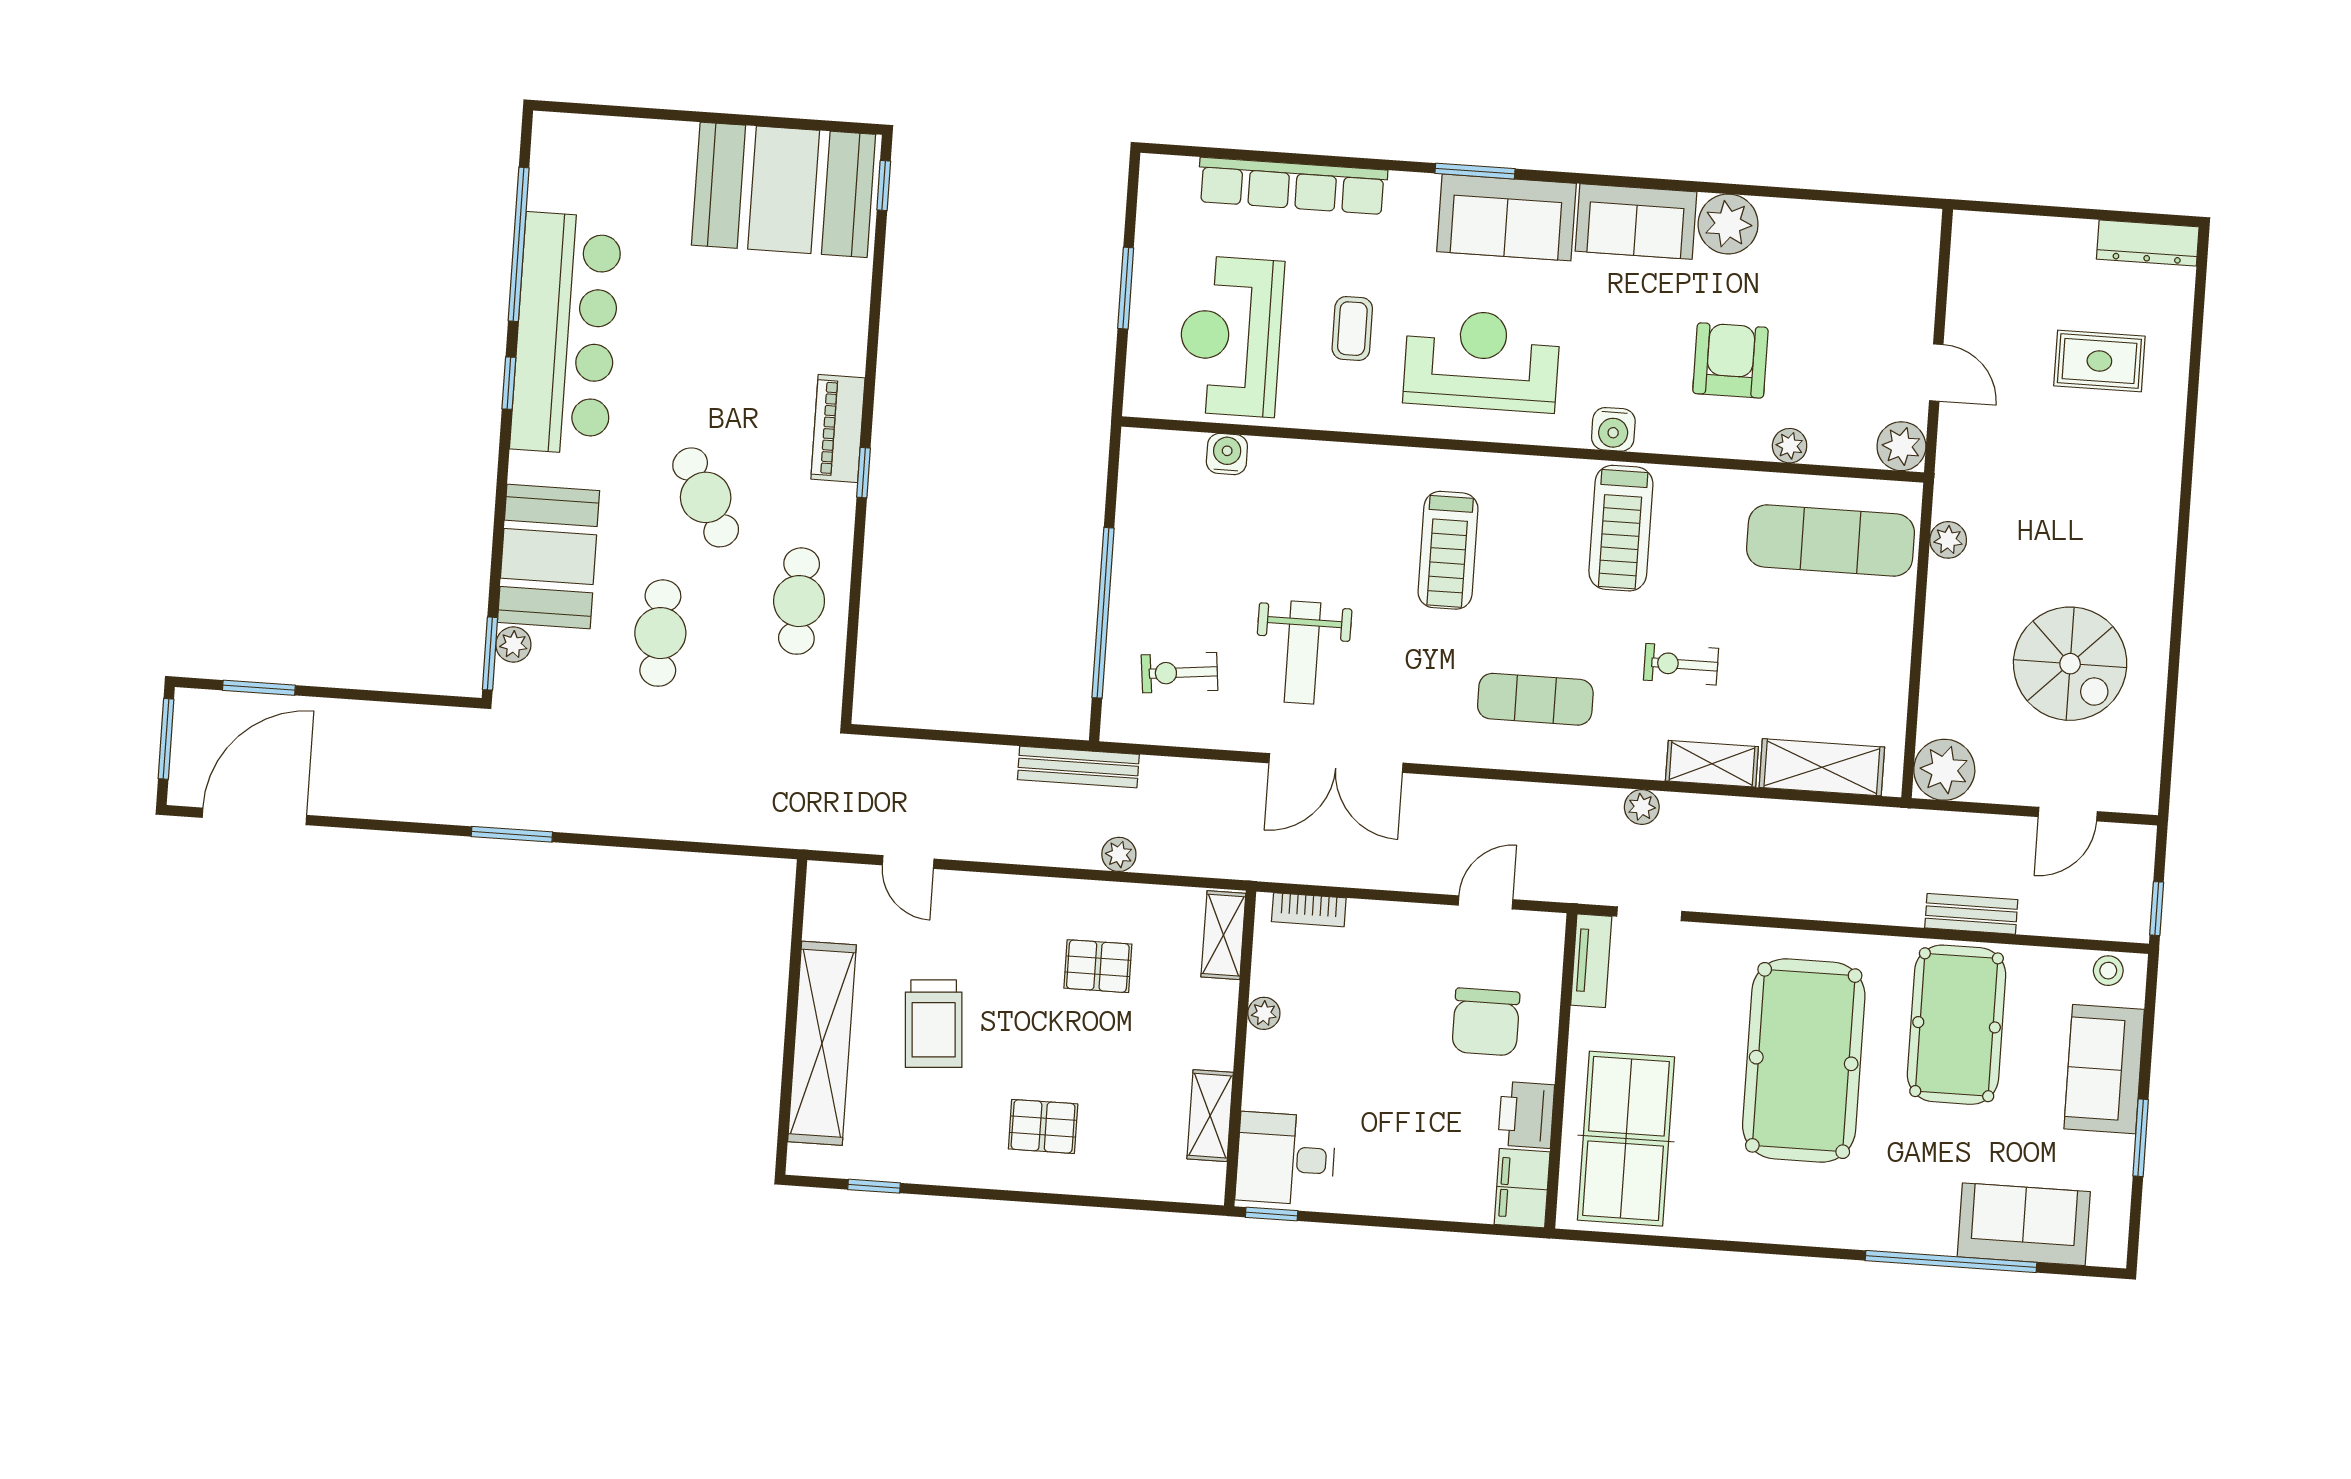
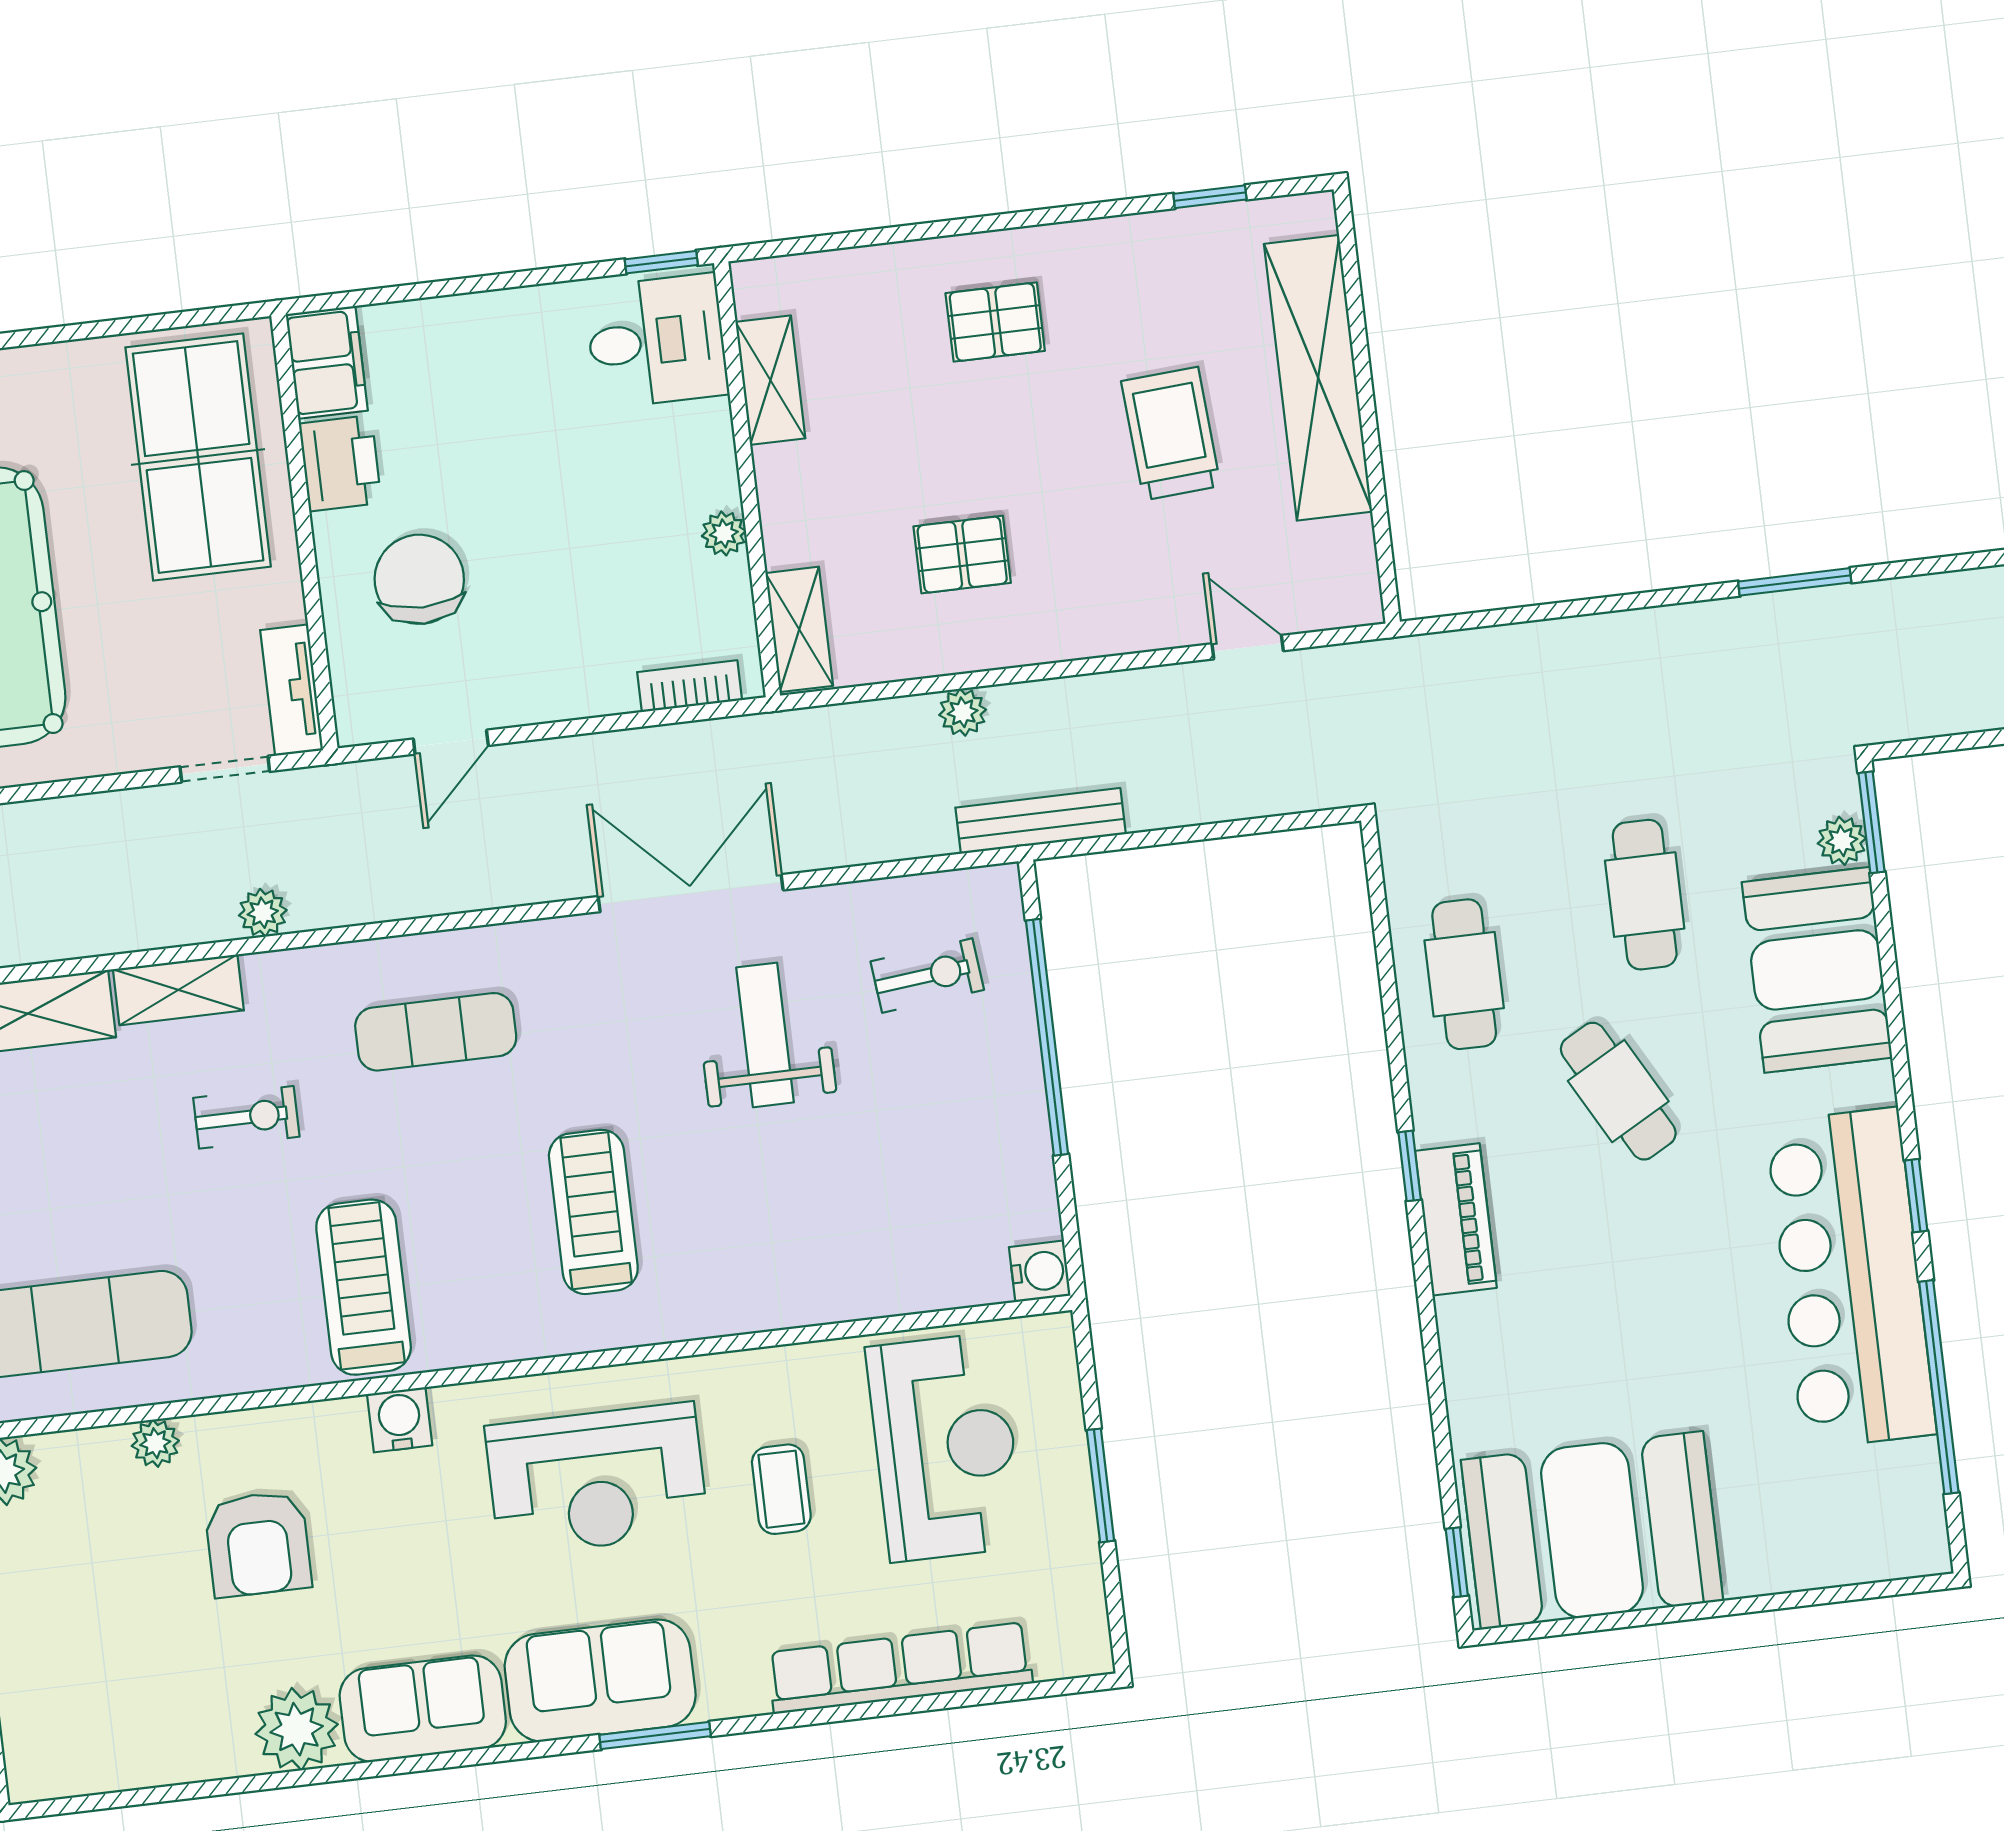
water cooler: (1227, 454) -> (1040, 1271), moved, turned -90

